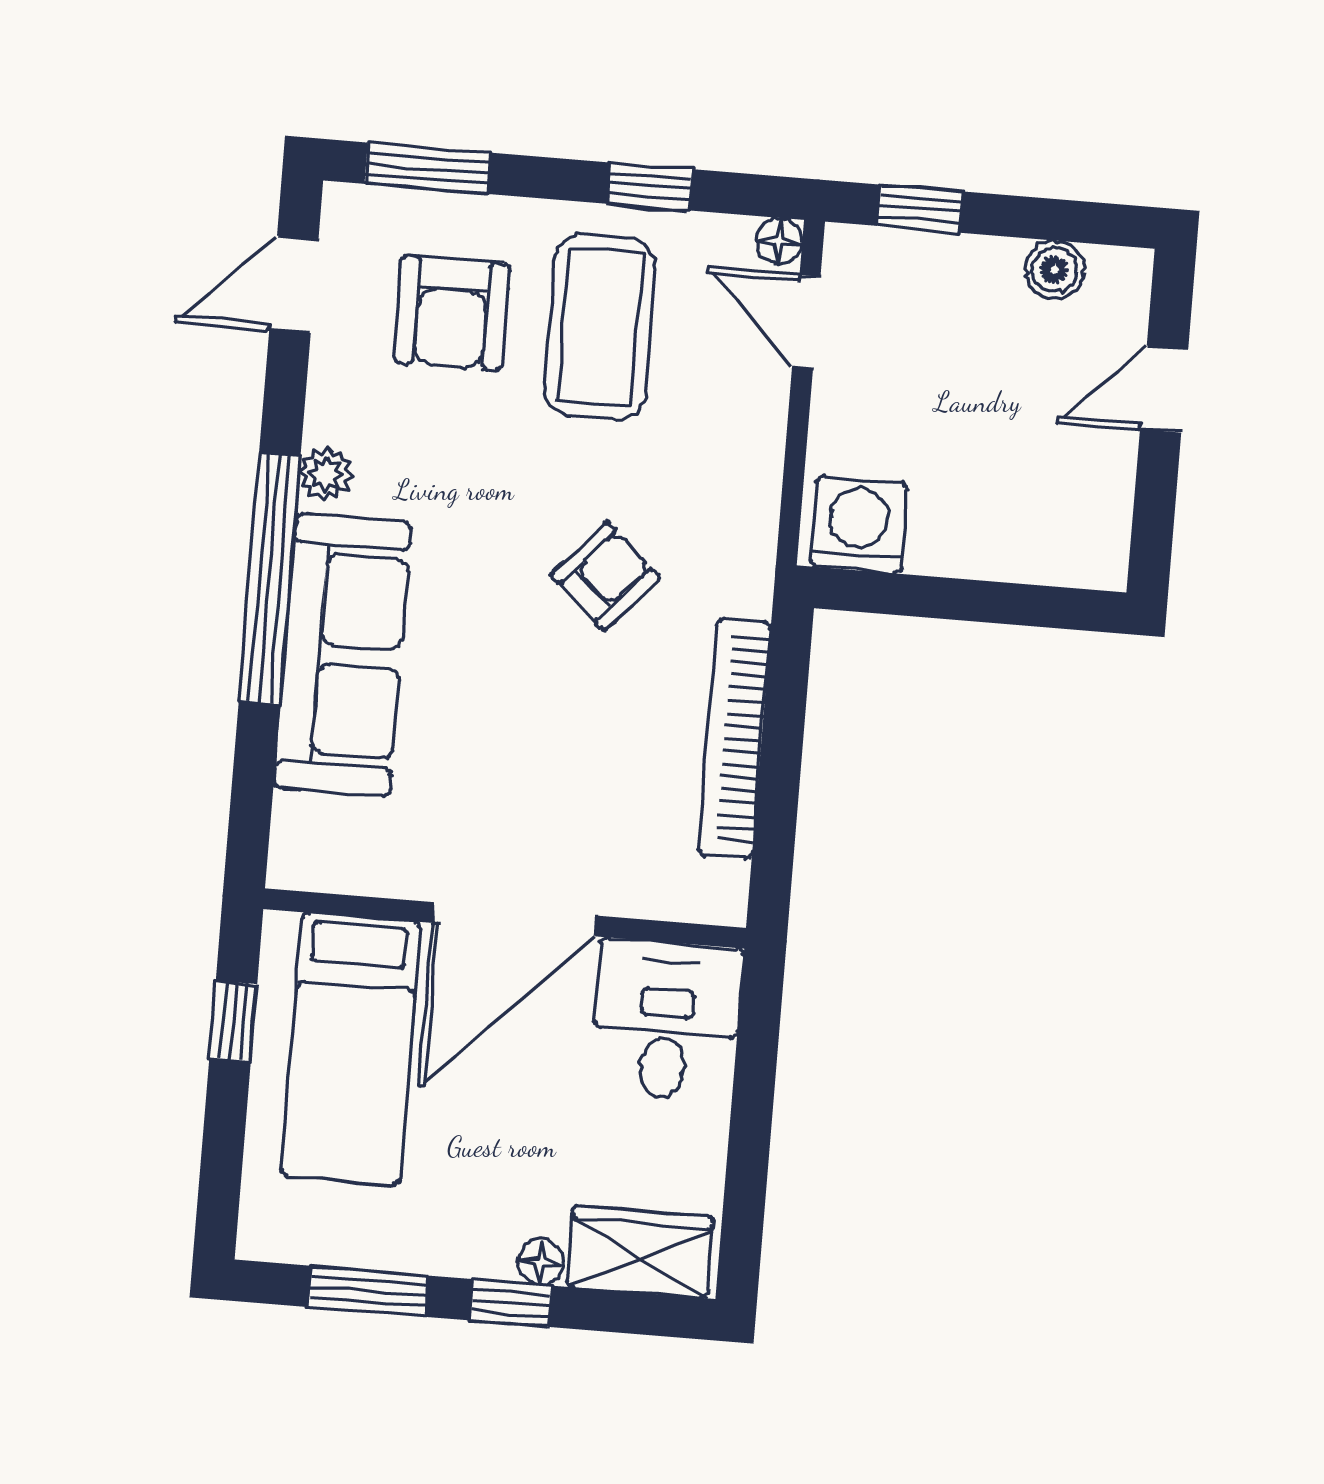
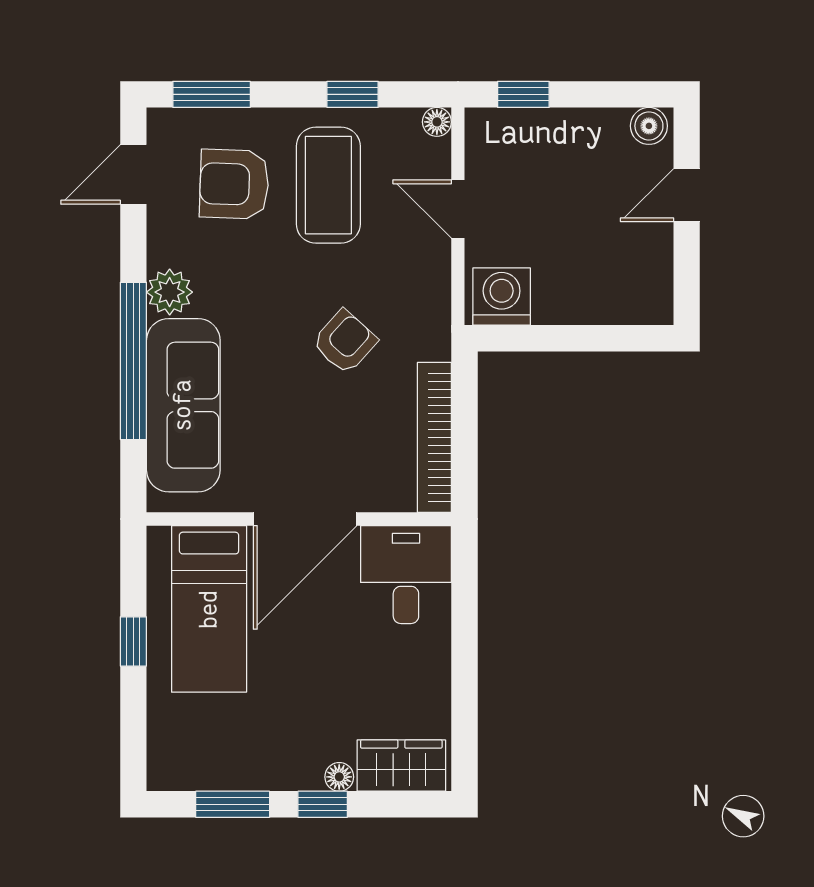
boiler: (1054, 270) -> (649, 126), moved
armchair: (452, 313) -> (234, 184), turned 92
door: (806, 322) -> (458, 209), moved
plant: (326, 474) -> (170, 292), width x1.38, depth x1.38
wall: (505, 918) -> (299, 519), moved
door: (514, 919) -> (305, 519), moved
desk: (666, 1020) -> (406, 575), moved
bed: (351, 1049) -> (209, 609), moved

